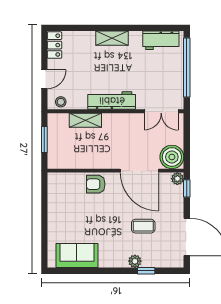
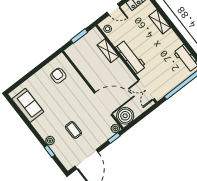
shelving: (112, 38) -> (160, 22), moved
door: (139, 171) -> (103, 103), swing flipped
armchair: (96, 184) -> (58, 76), moved

